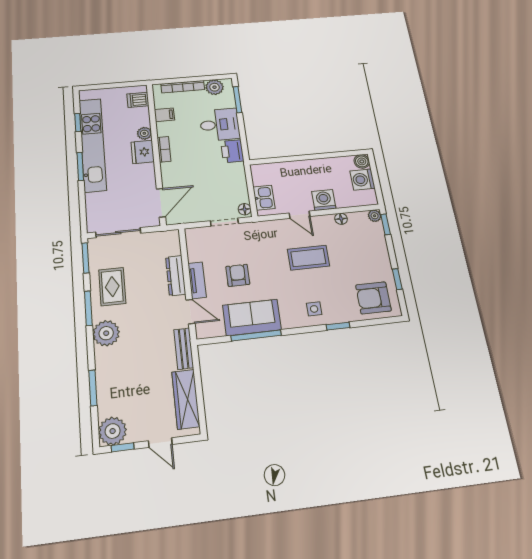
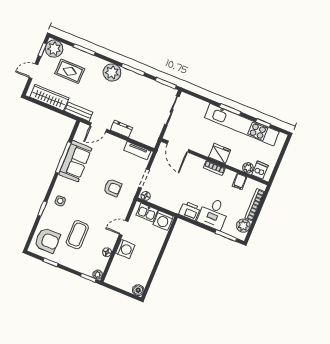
plant: (144, 133) -> (248, 168), moved
washing machine: (362, 180) -> (163, 220), moved, turned 180
coffee table: (308, 258) -> (77, 235), moved
armchair: (238, 275) -> (113, 188), moved
dresser: (176, 276) -> (121, 129), width x0.70
tv unit: (197, 280) -> (137, 151), moved
rug: (112, 287) -> (70, 71), moved
armchair: (373, 298) -> (47, 240), turned 90

